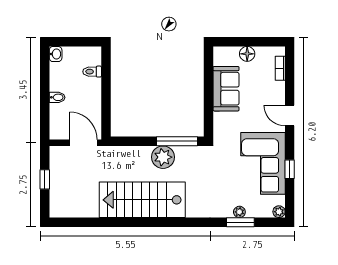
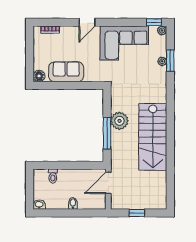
floor lamp: (247, 54) -> (39, 76), moved
window: (177, 141) -> (107, 133), moved
window: (290, 169) -> (154, 22), moved

